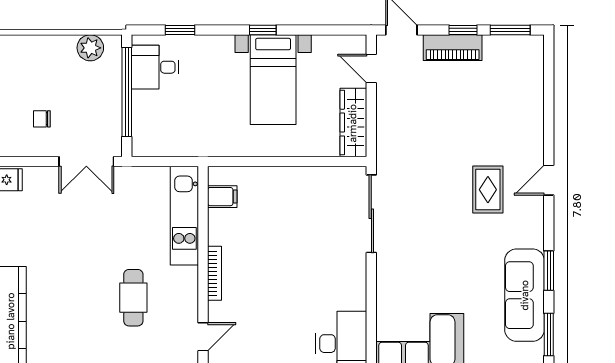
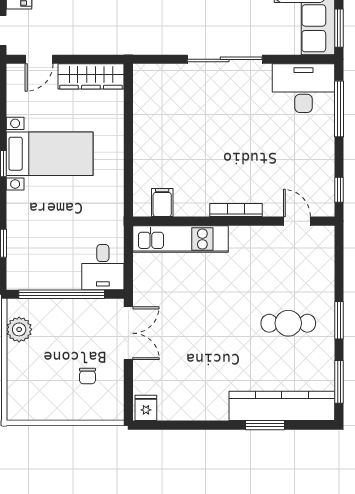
desk: (155, 67) -> (103, 267), moved
sliding door: (371, 214) -> (225, 59), moved
cafe table: (133, 298) -> (288, 323), moved

